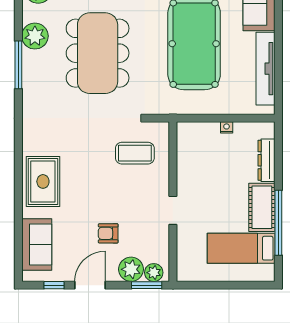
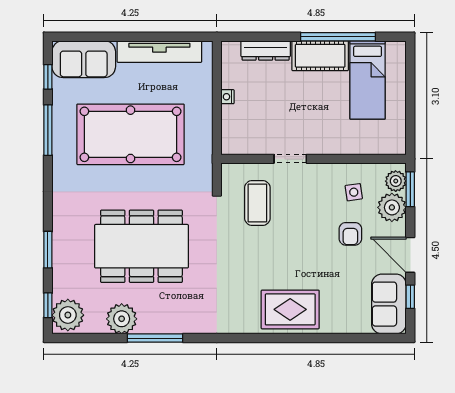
doorway: (173, 210) -> (290, 159), moved
side table: (144, 236) -> (354, 192), added
sofa: (37, 244) -> (389, 304), moved, turned -90

